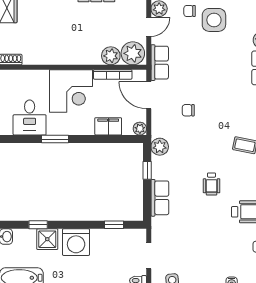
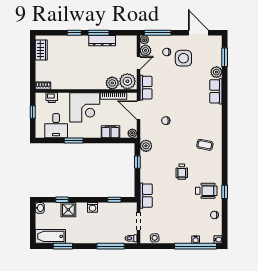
printer: (23, 77) -> (52, 98), added
row of seats: (160, 198) -> (146, 196), moved
washing machine: (76, 242) -> (93, 207), width x0.53, depth x0.53

